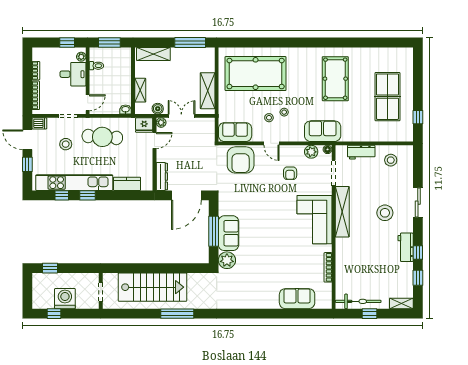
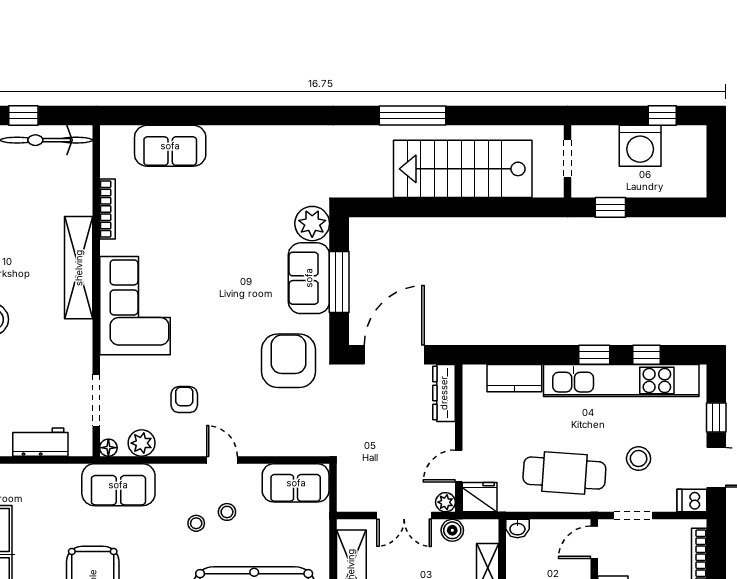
armchair: (241, 160) -> (289, 361), moved
shelving: (342, 212) -> (79, 268), moved
window: (50, 268) -> (610, 207), moved

